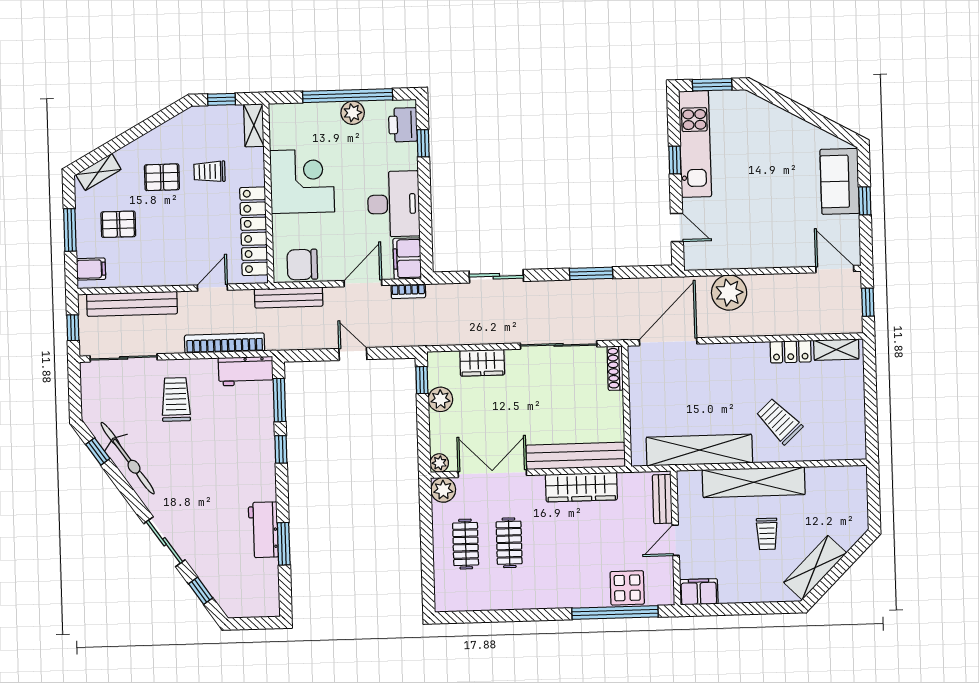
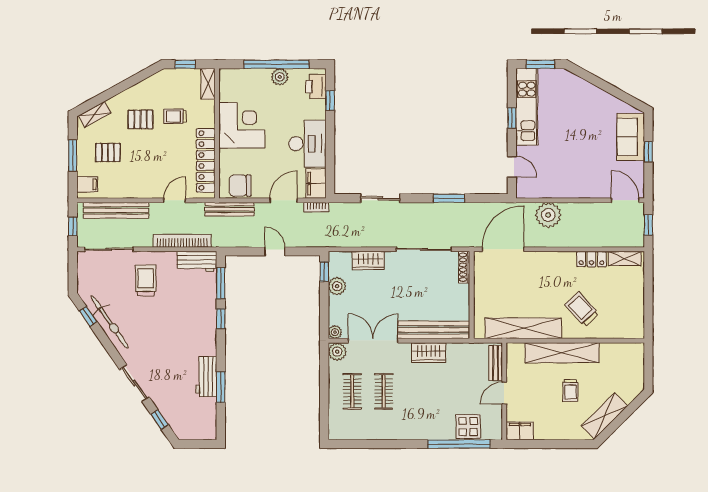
wardrobe: (581, 487) -> (429, 353), width x0.67

